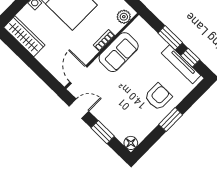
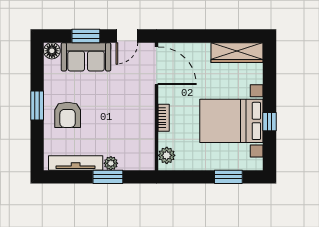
plant: (161, 44) -> (111, 163), added
sofa: (119, 52) -> (86, 57), moved, turned -90
window: (190, 58) -> (73, 177), removed
door: (79, 75) -> (157, 66), width x1.36

